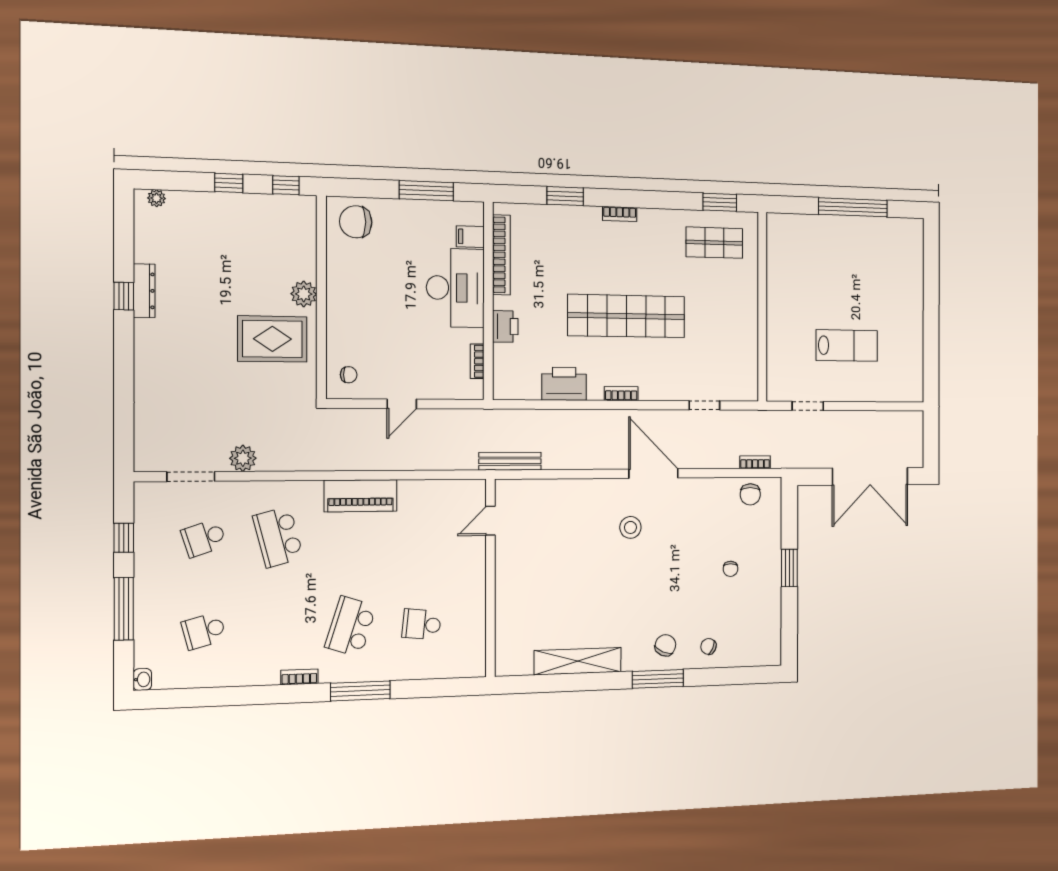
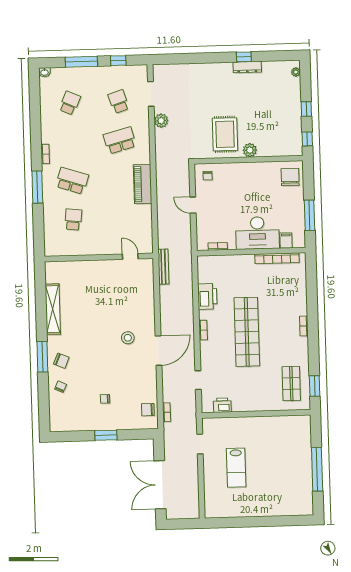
window: (565, 196) -> (312, 294), removed
printer: (505, 326) -> (222, 405), moved, turned 180
school desk: (204, 631) -> (70, 103), turned 39

